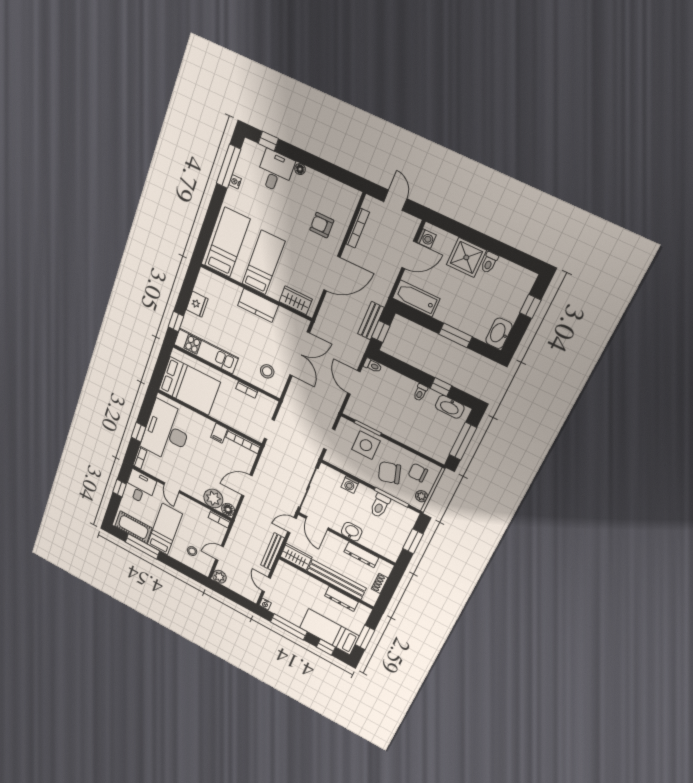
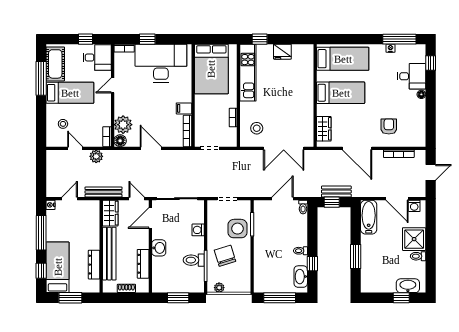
kitchen counter: (258, 305) -> (306, 101), removed
washbasin: (499, 333) -> (408, 286), moved
chair: (418, 473) -> (237, 277), removed
plant: (219, 577) -> (96, 156), moved

